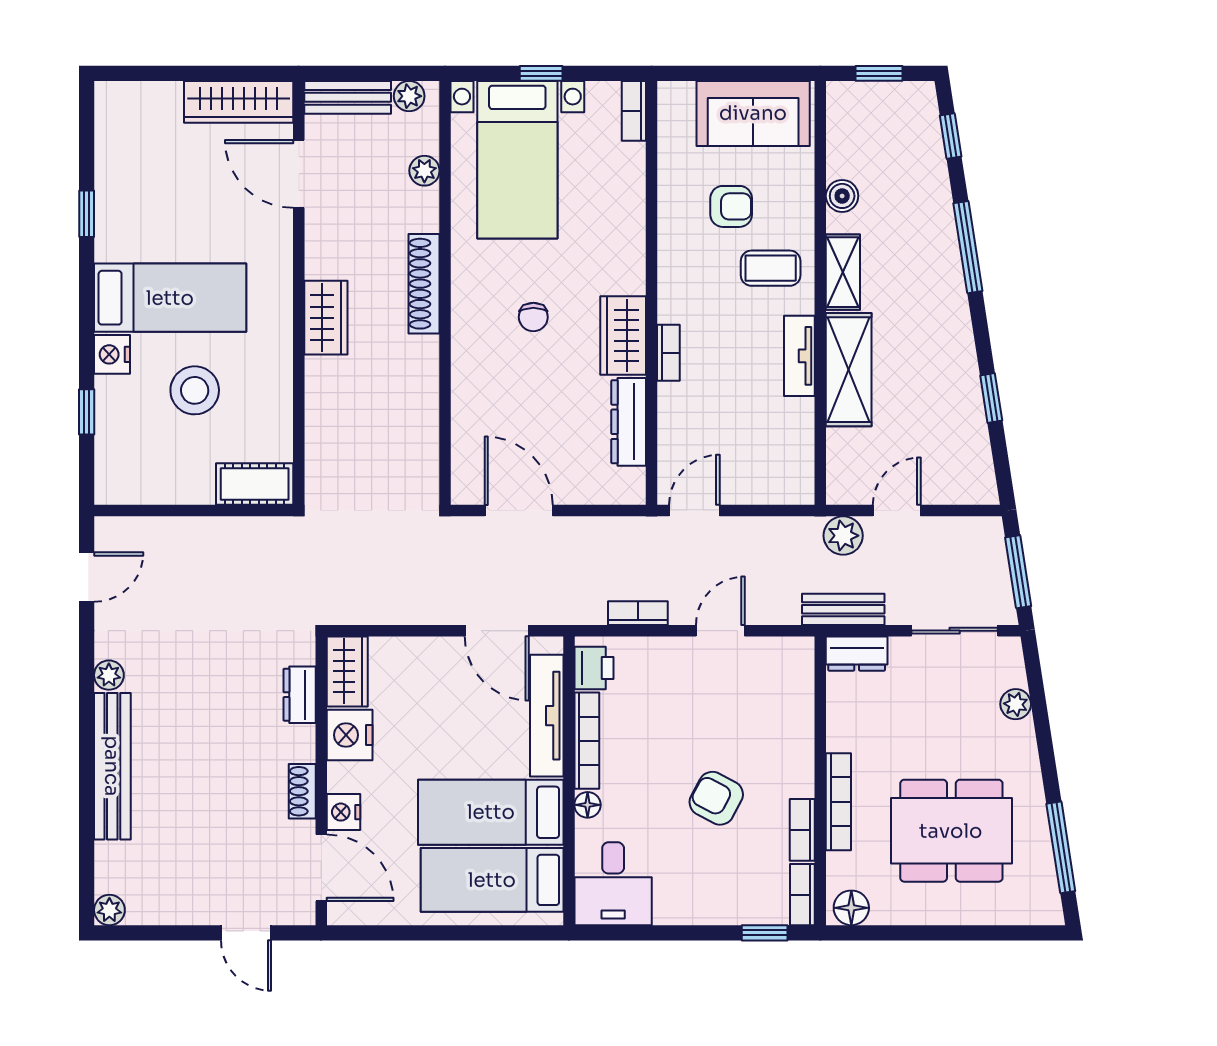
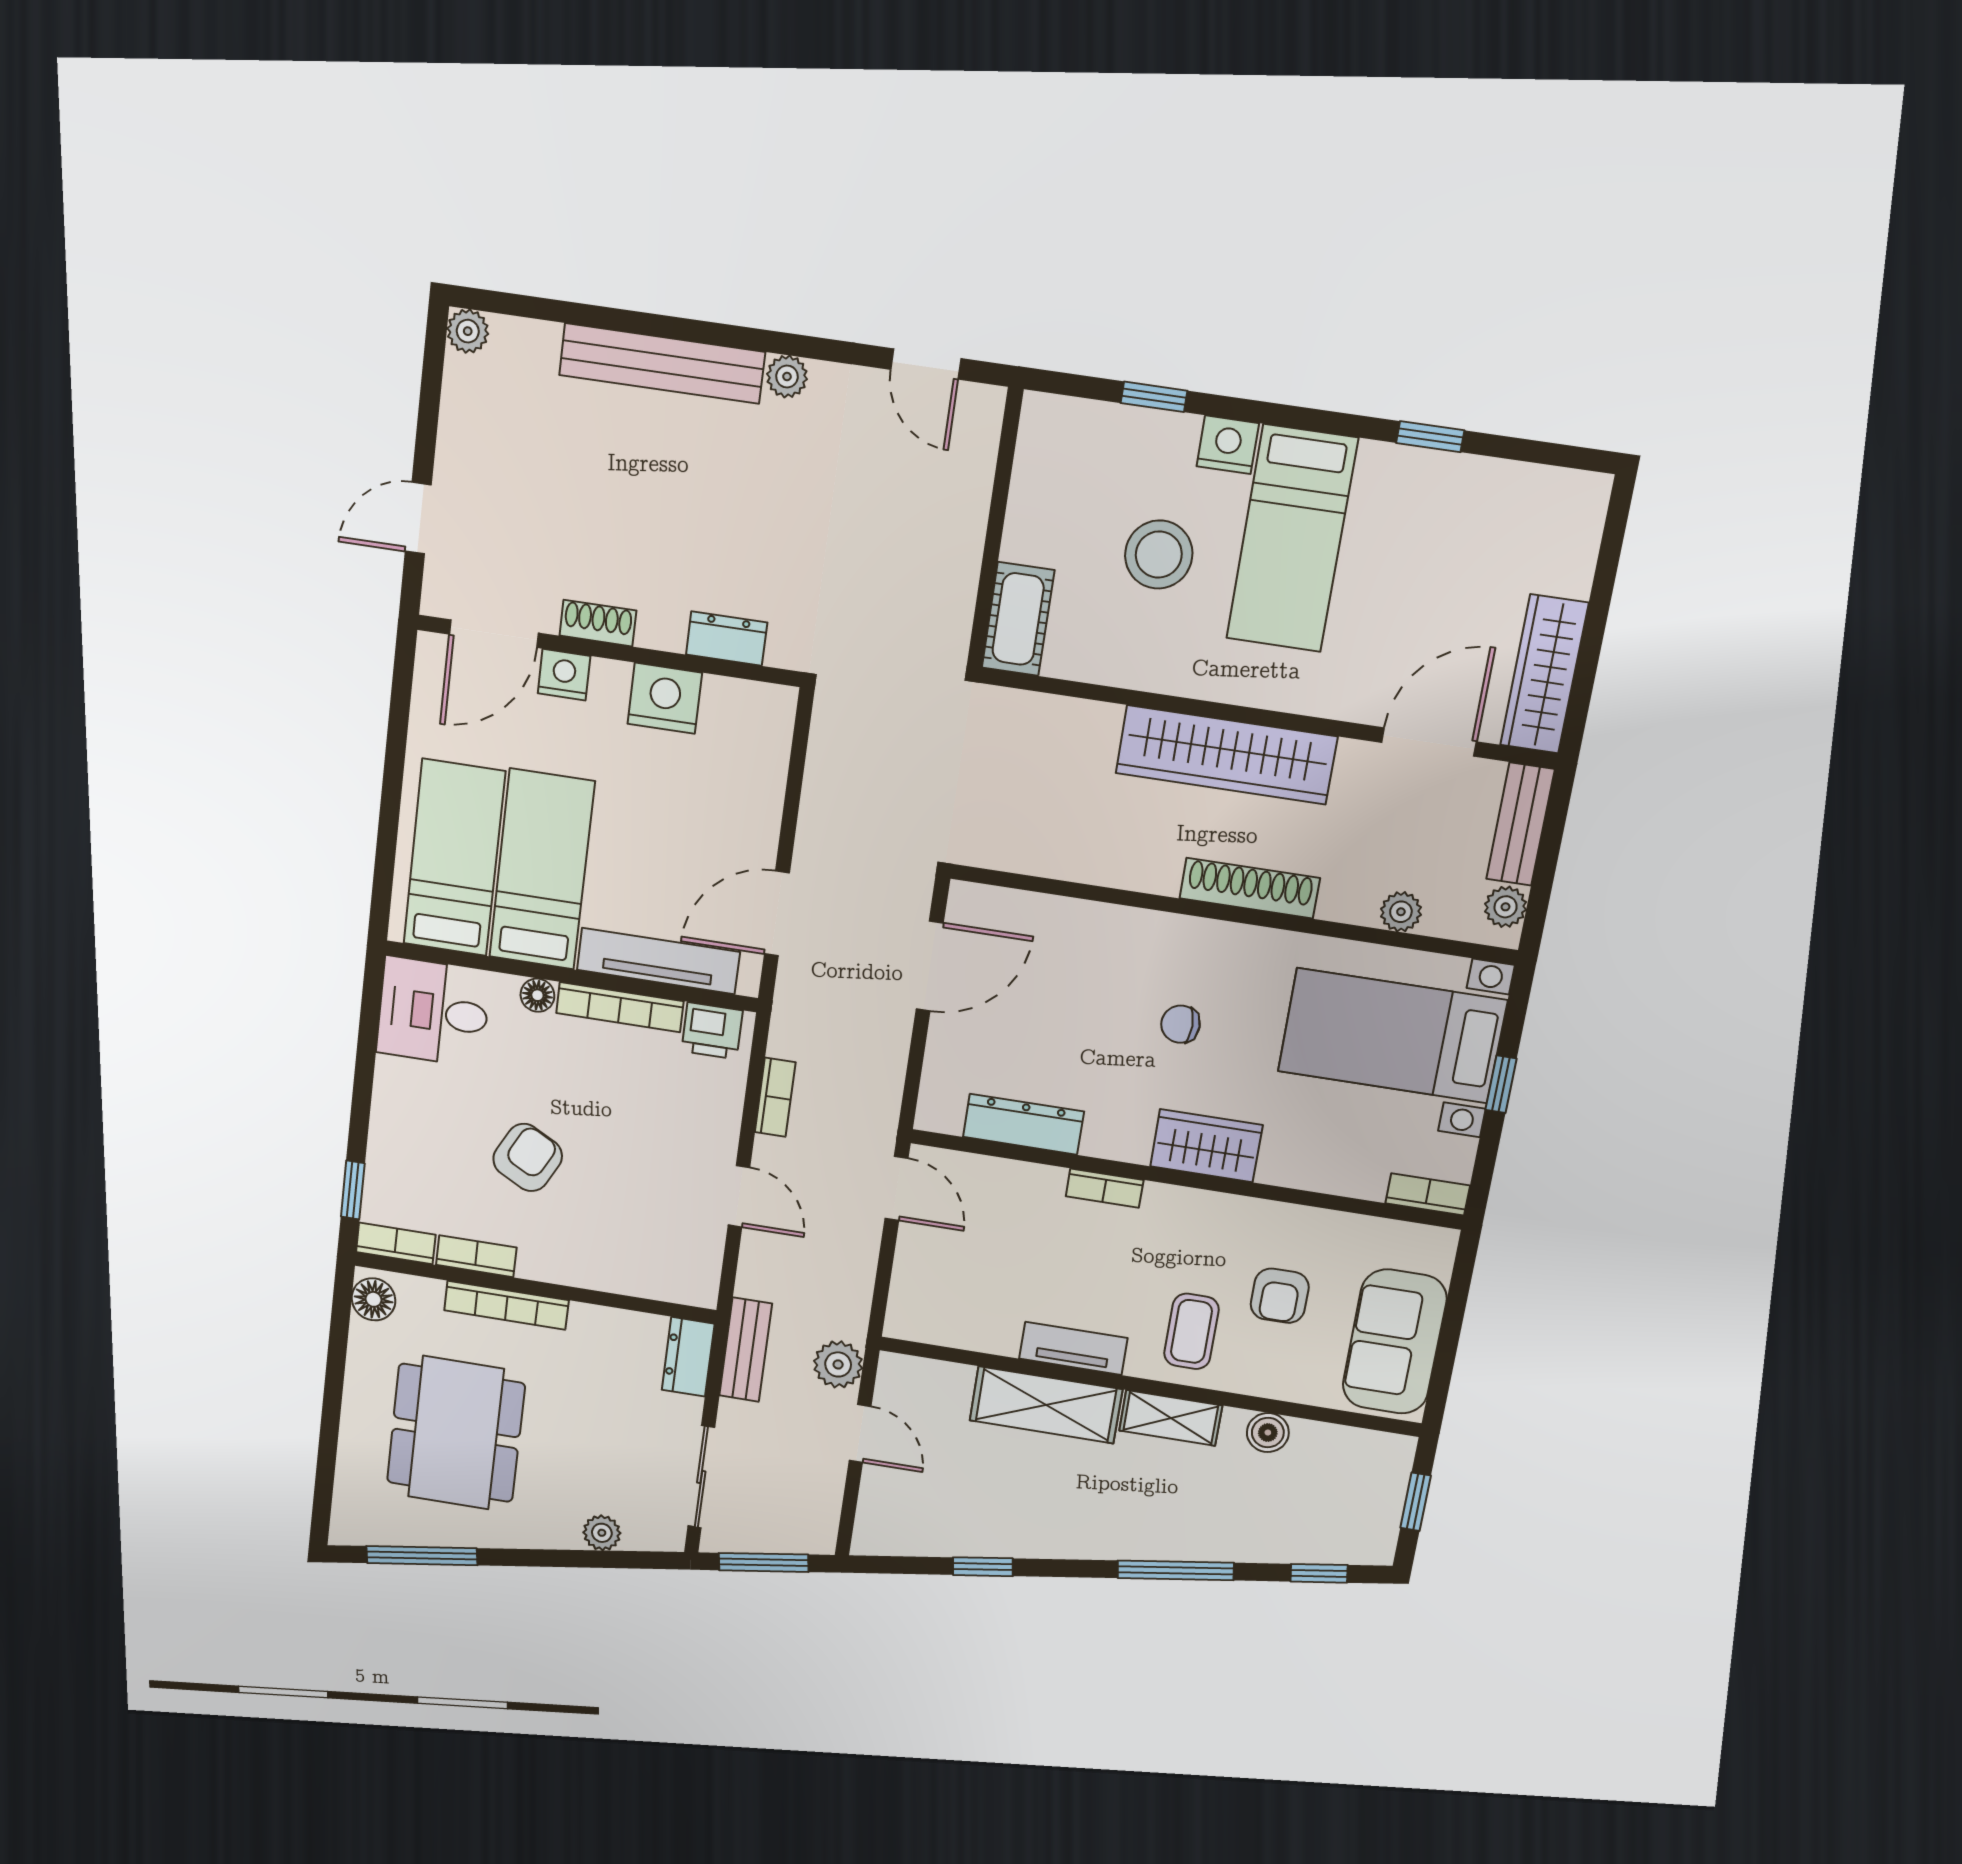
wardrobe: (326, 318) -> (1226, 755), width x2.10, depth x1.17
wardrobe: (623, 335) -> (1206, 1146), moved
wardrobe: (347, 671) -> (749, 708), removed

